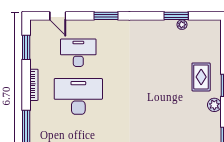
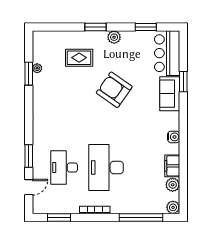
window: (106, 16) -> (29, 156), moved
rug: (201, 77) -> (79, 58), moved
armchair: (159, 105) -> (114, 90), added

